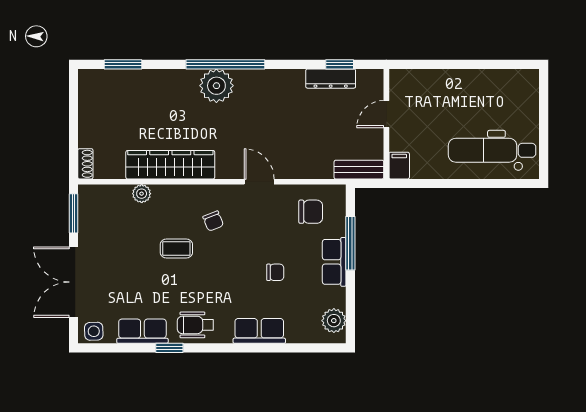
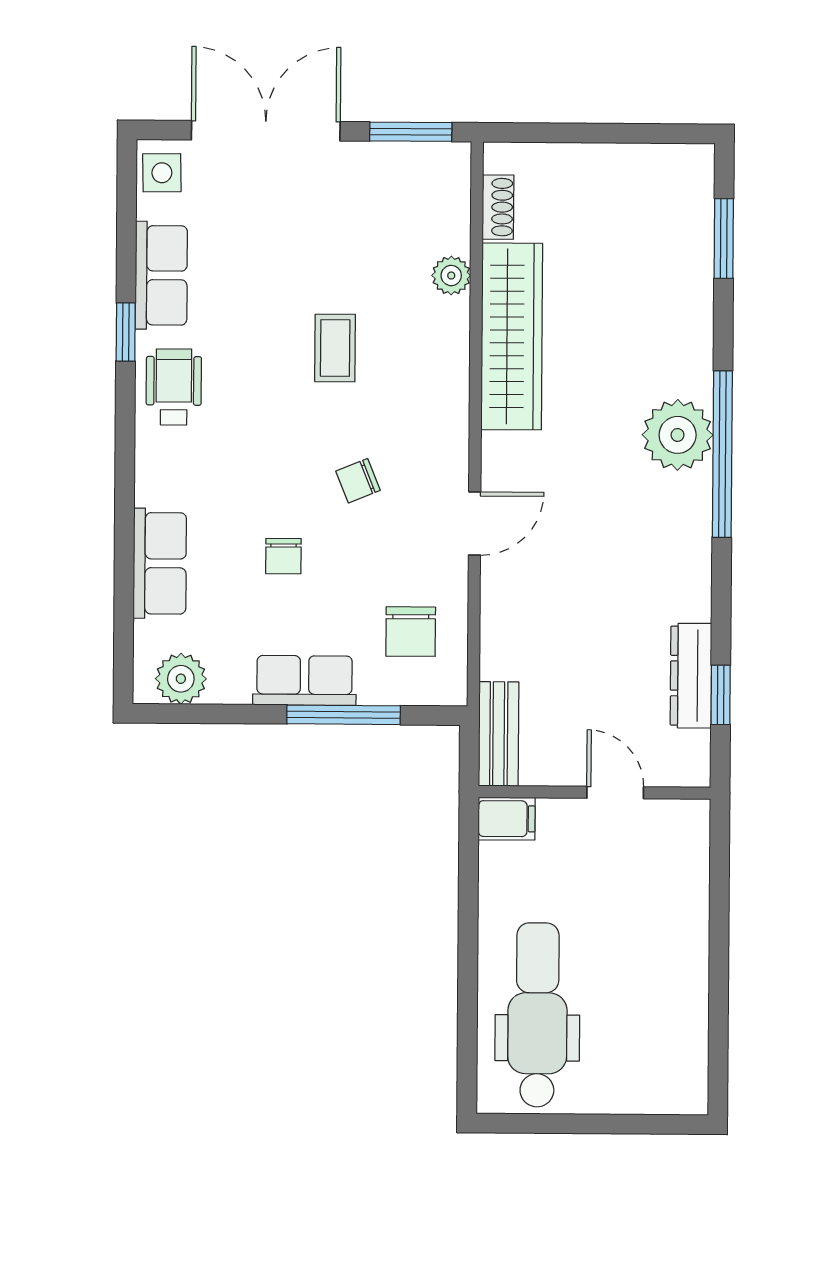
shoe rack: (85, 164) -> (498, 207), moved, turned -90
chair: (213, 221) -> (358, 481), moved
row of seats: (259, 331) -> (160, 563), moved

